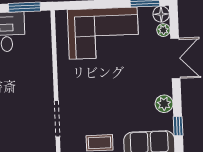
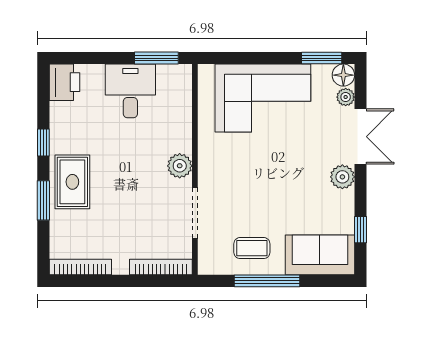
plant: (45, 85) -> (180, 166), added
plant: (164, 104) -> (342, 177), moved

